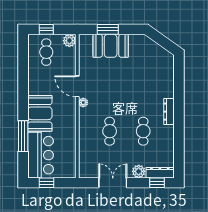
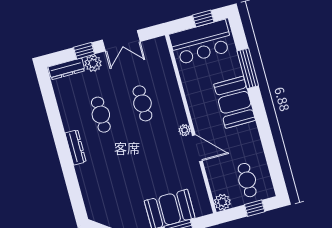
bar counter: (41, 155) -> (201, 42), moved, turned -90
window: (157, 183) -> (84, 51), moved

